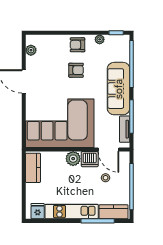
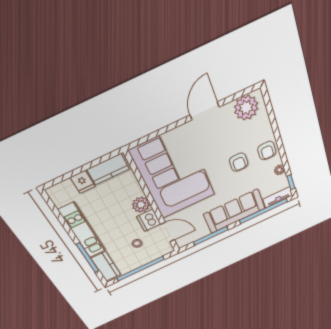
armchair: (77, 45) -> (267, 151), turned 180
plant: (31, 50) -> (246, 108), width x1.88, depth x1.88
tv unit: (125, 129) -> (278, 197), moved
door: (109, 149) -> (168, 232), swing flipped
fridge: (38, 211) -> (83, 182), moved, turned 90

